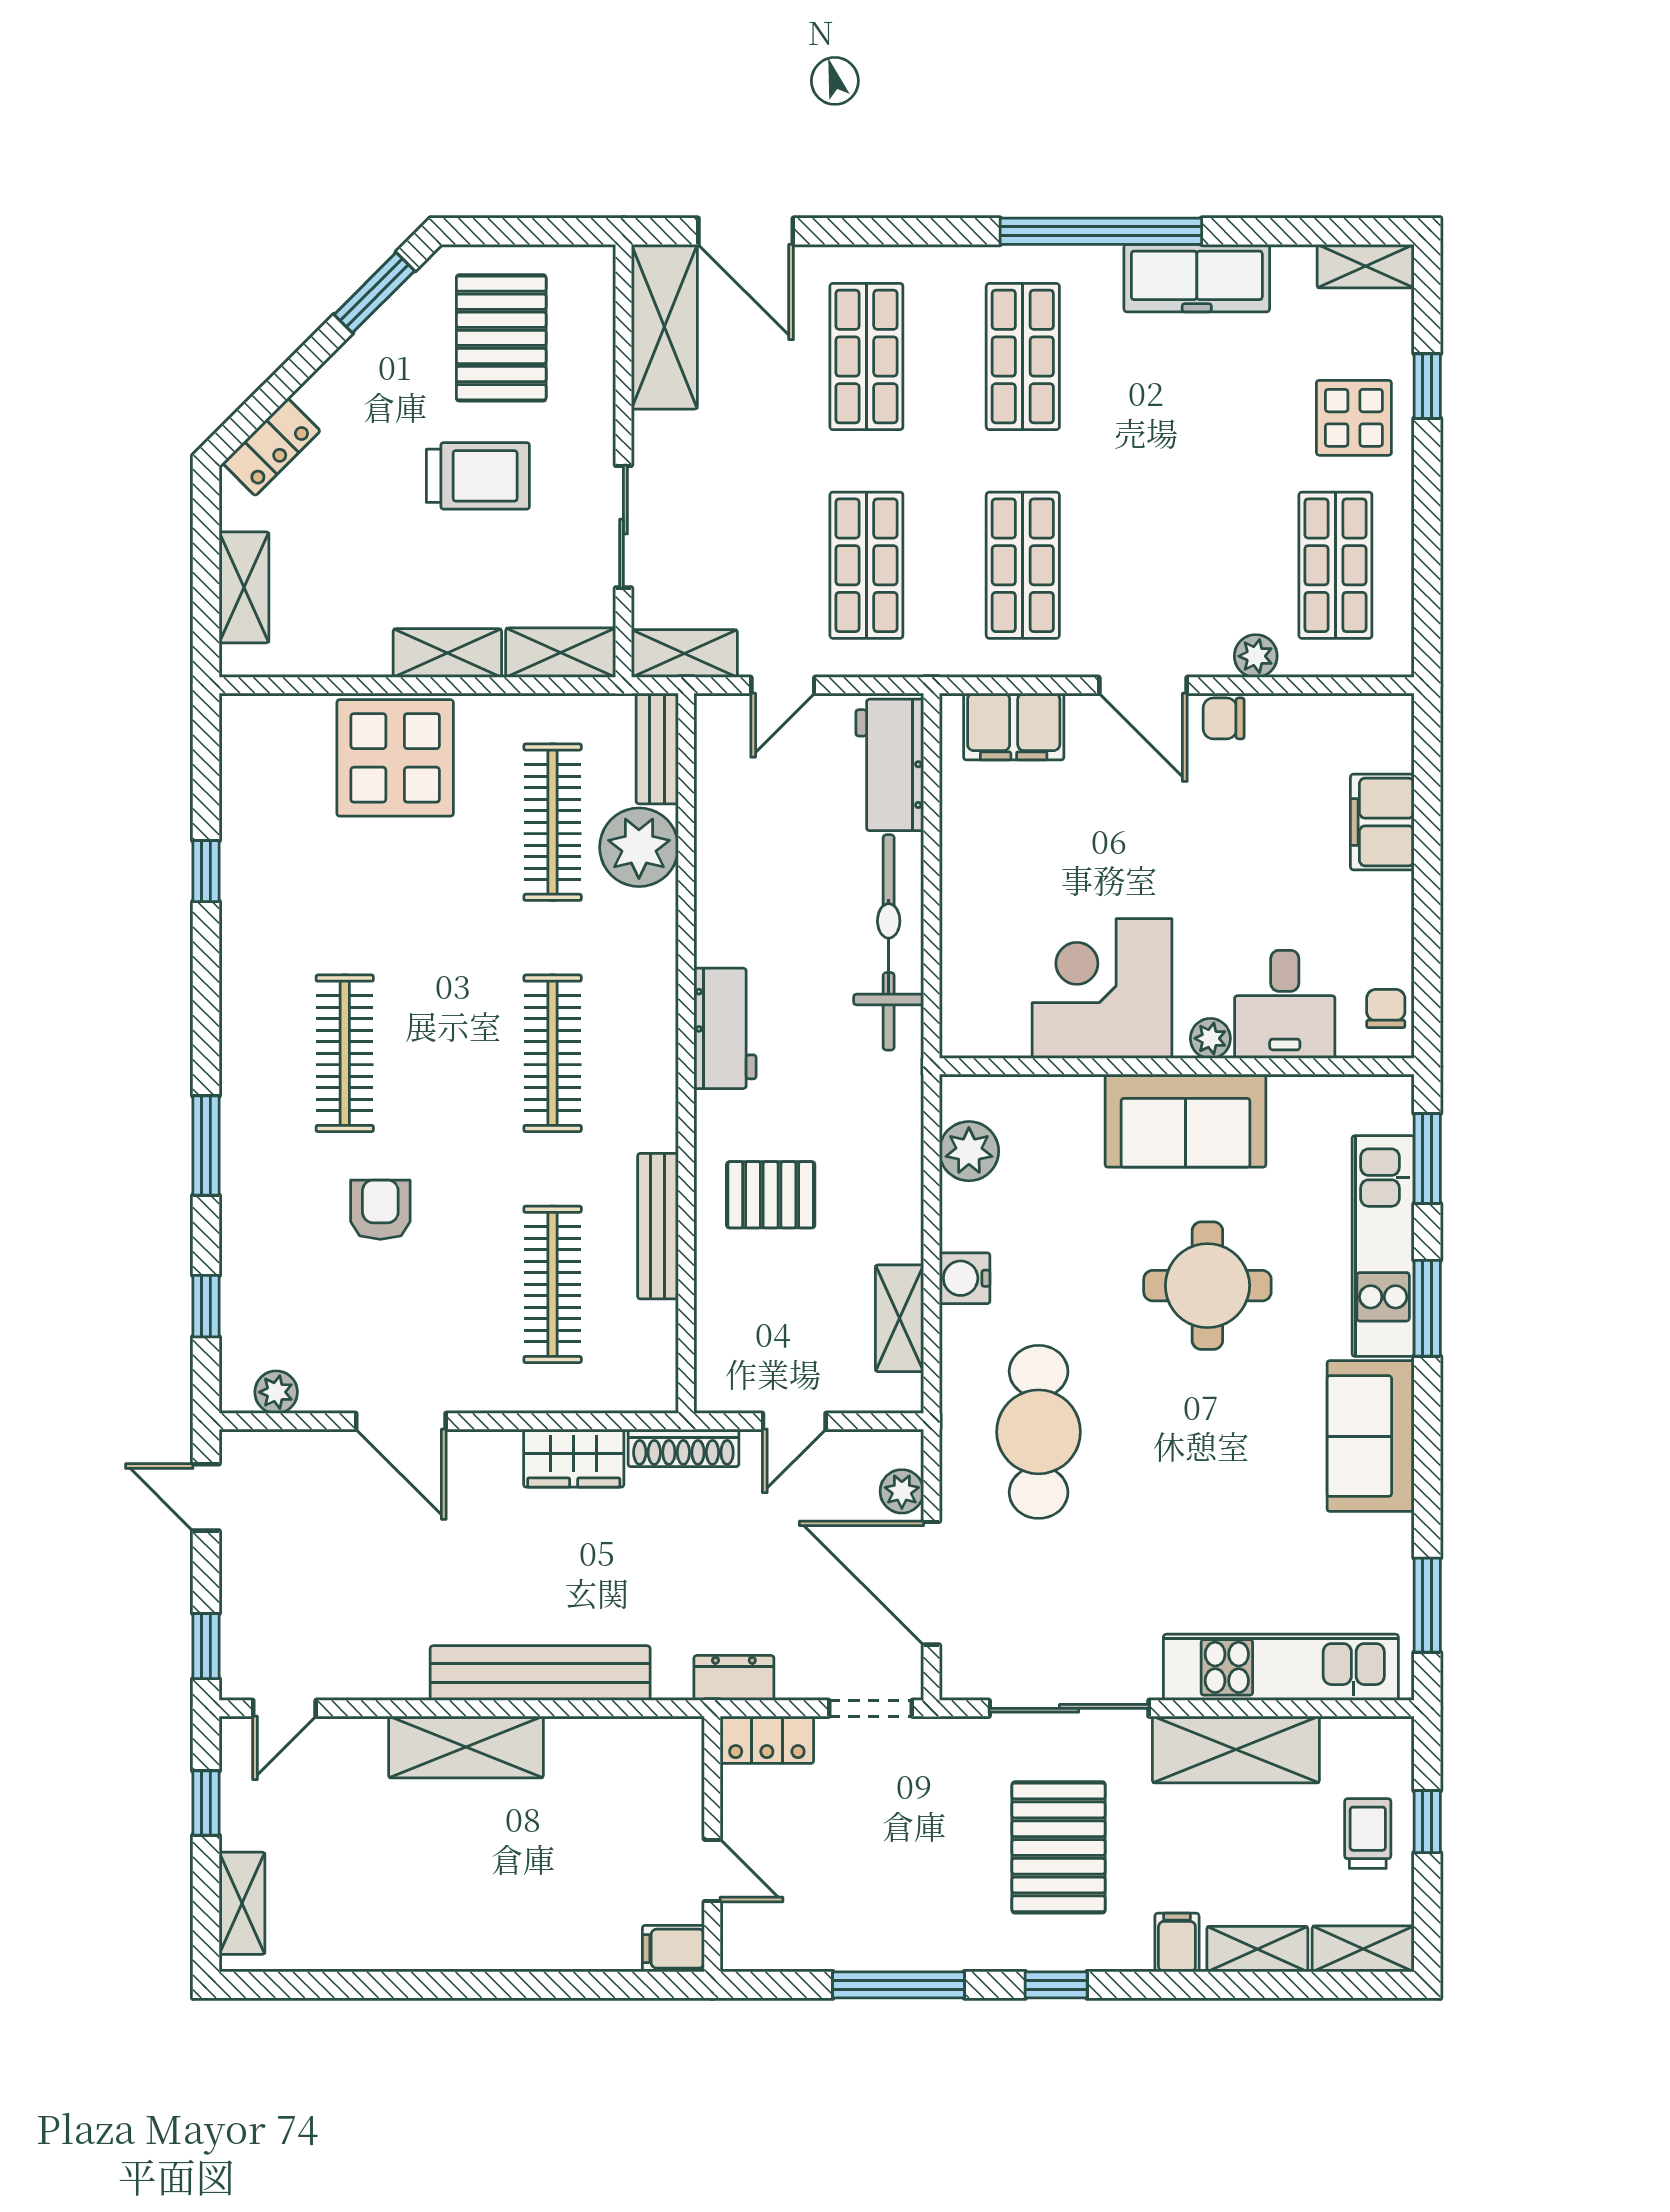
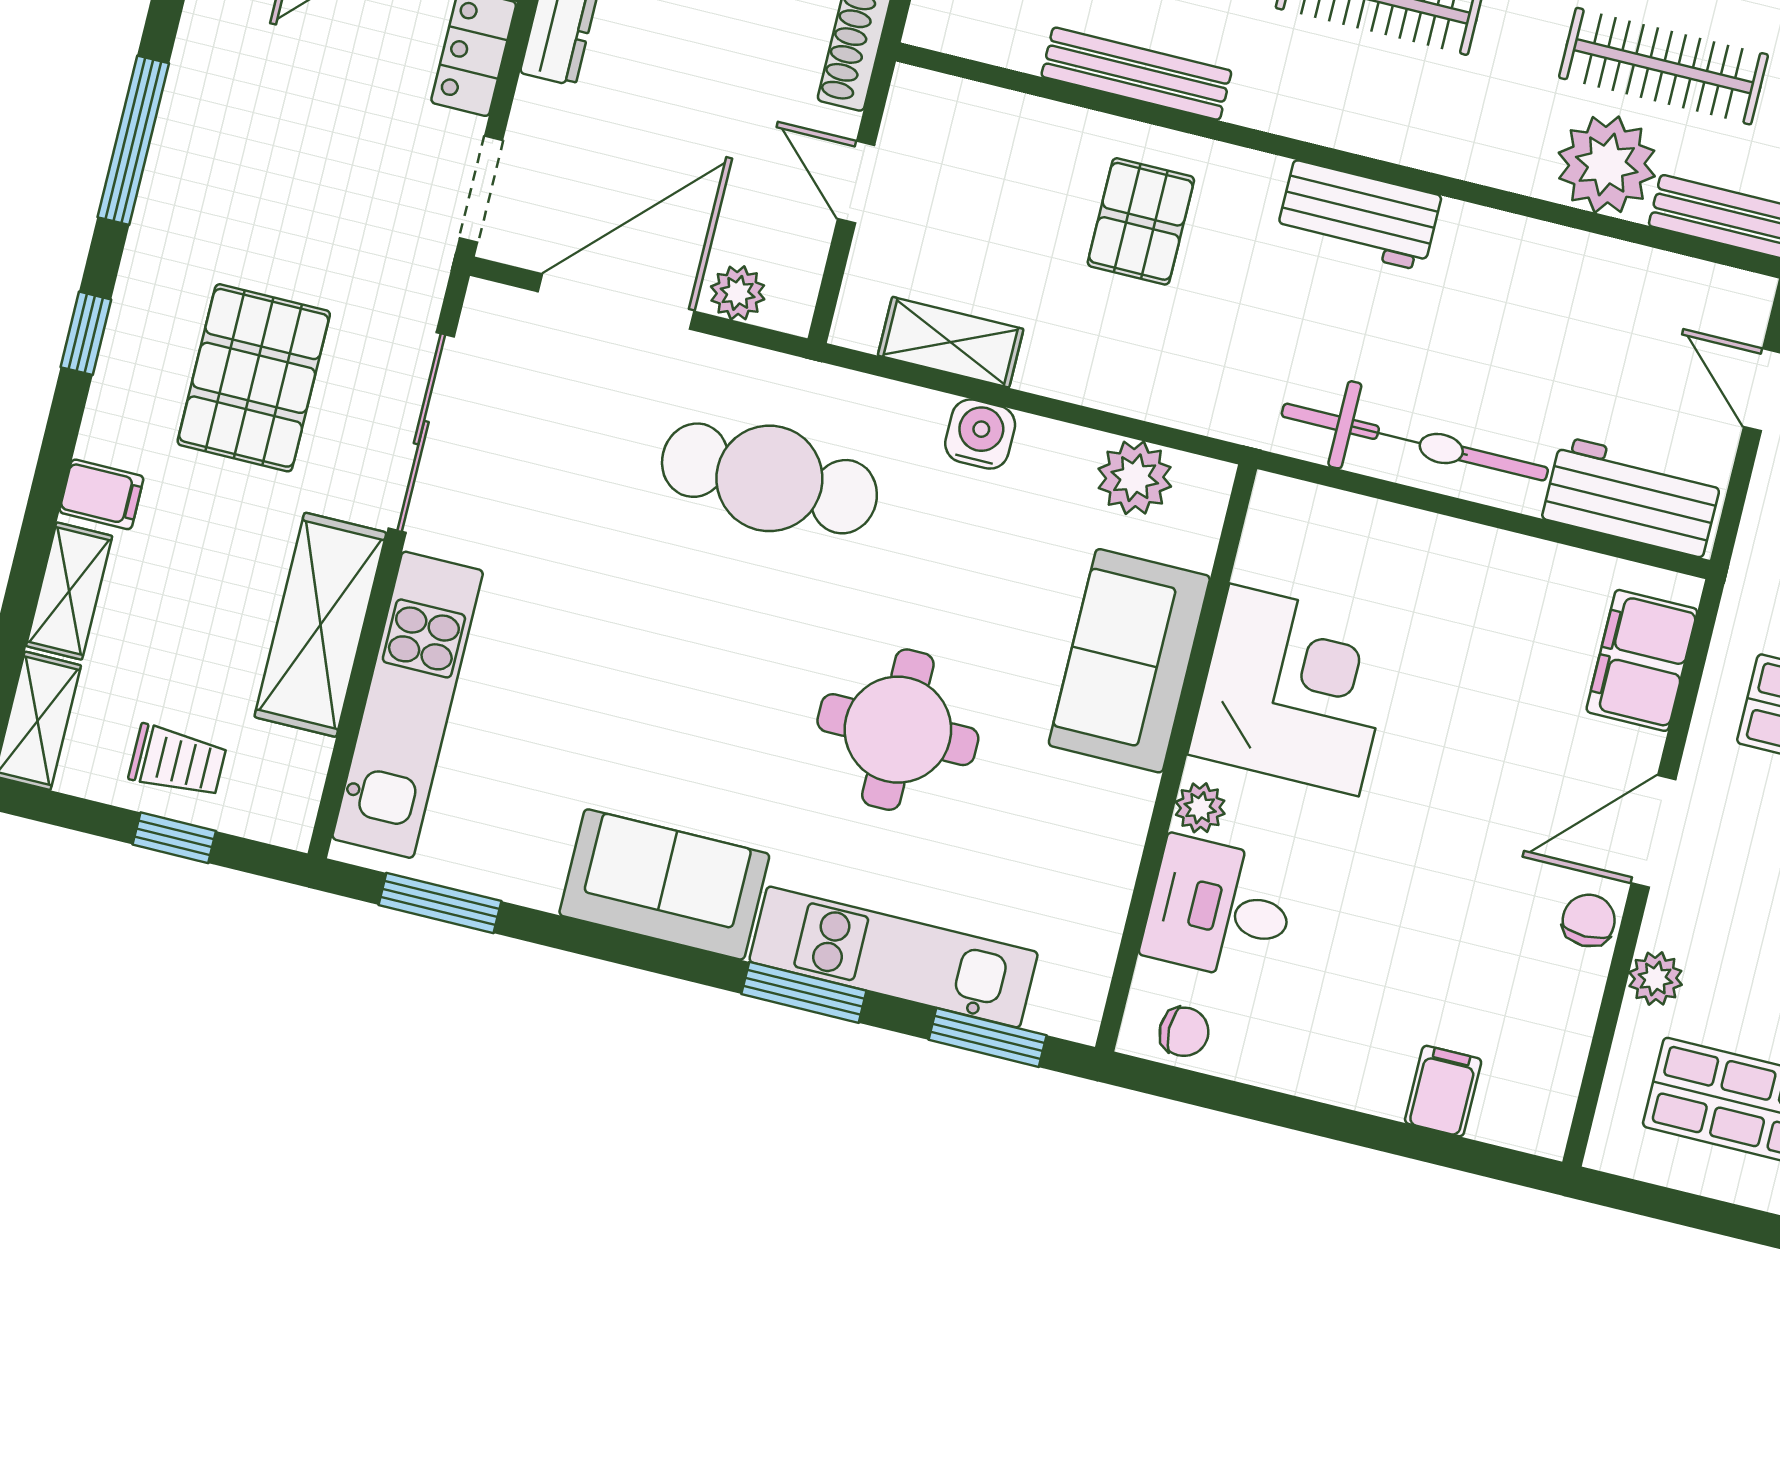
filing cabinet: (1382, 822) -> (1443, 1091), width x0.50
sofa: (1185, 1121) -> (1129, 661), moved
pallet: (1059, 1847) -> (254, 378), turned 90

